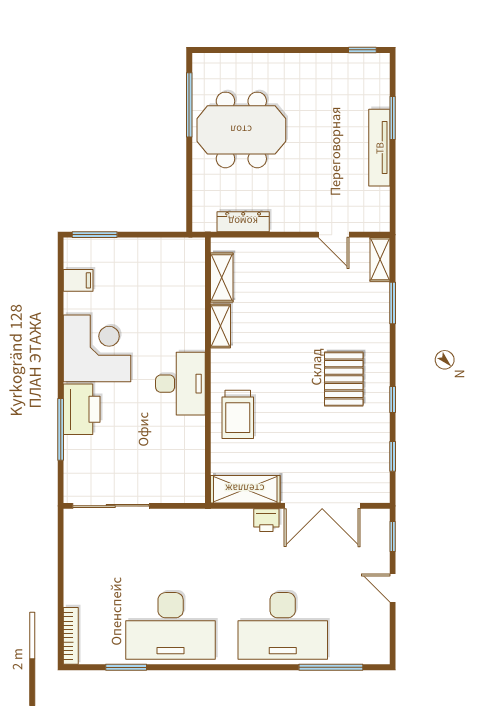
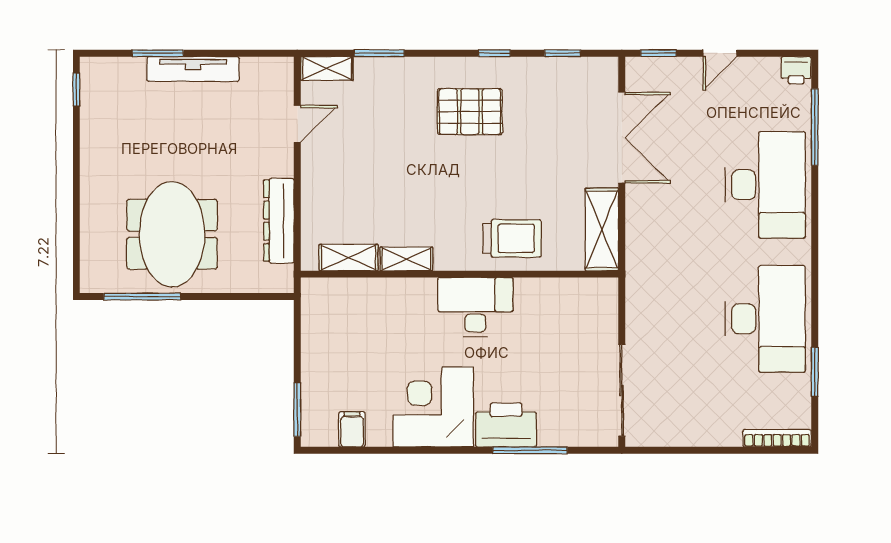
dresser: (243, 222) -> (279, 221), width x1.37, depth x1.24
printer: (266, 520) -> (796, 70), moved, turned 90

